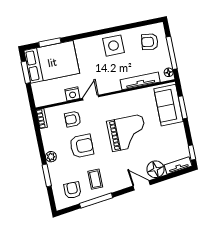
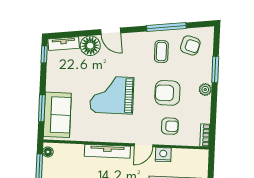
tv unit: (140, 81) -> (107, 151), moved
armchair: (72, 190) -> (190, 45), turned -74

